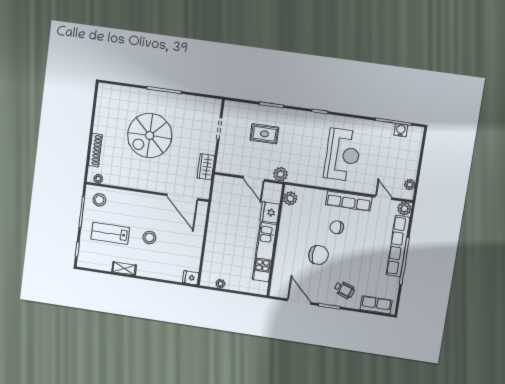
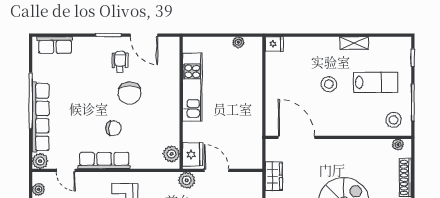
fridge: (270, 212) -> (193, 154), moved
chair: (318, 255) -> (130, 93), turned -90
wheelchair: (344, 290) -> (120, 62), moved, turned 71

